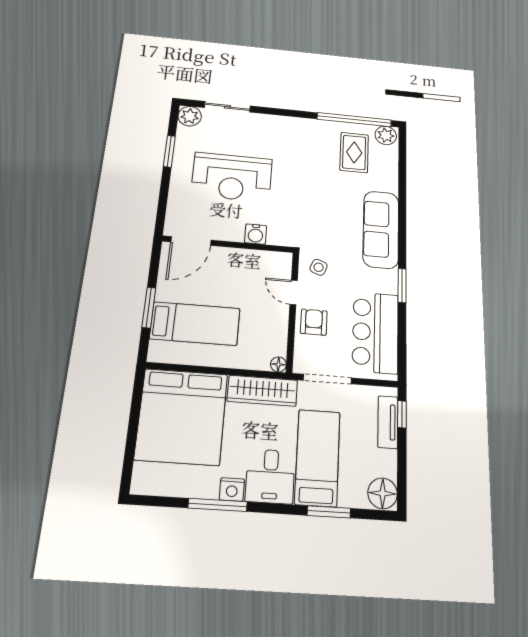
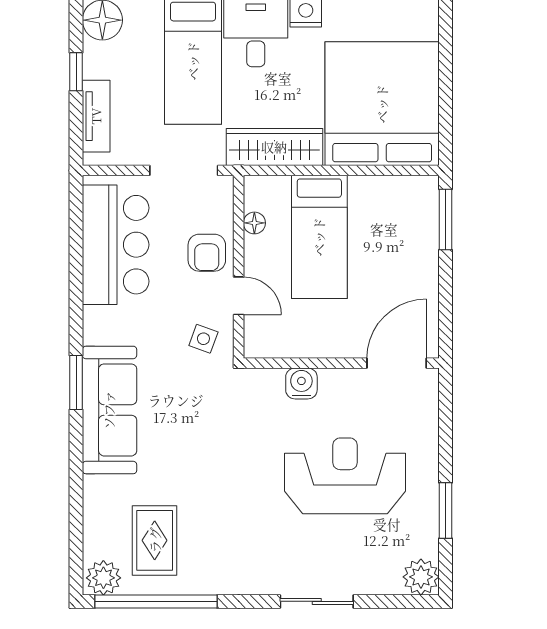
sliding door: (227, 107) -> (317, 601), moved
window: (402, 286) -> (76, 383), moved
window: (149, 308) -> (445, 220), moved
bed: (195, 324) -> (319, 237), moved, turned -90
floor lamp: (278, 364) -> (254, 223), moved
window: (402, 414) -> (76, 72), moved

